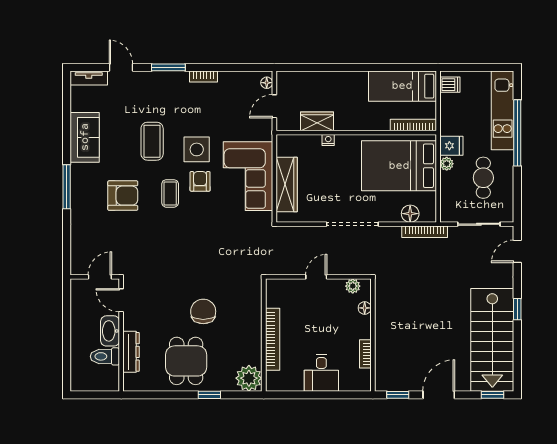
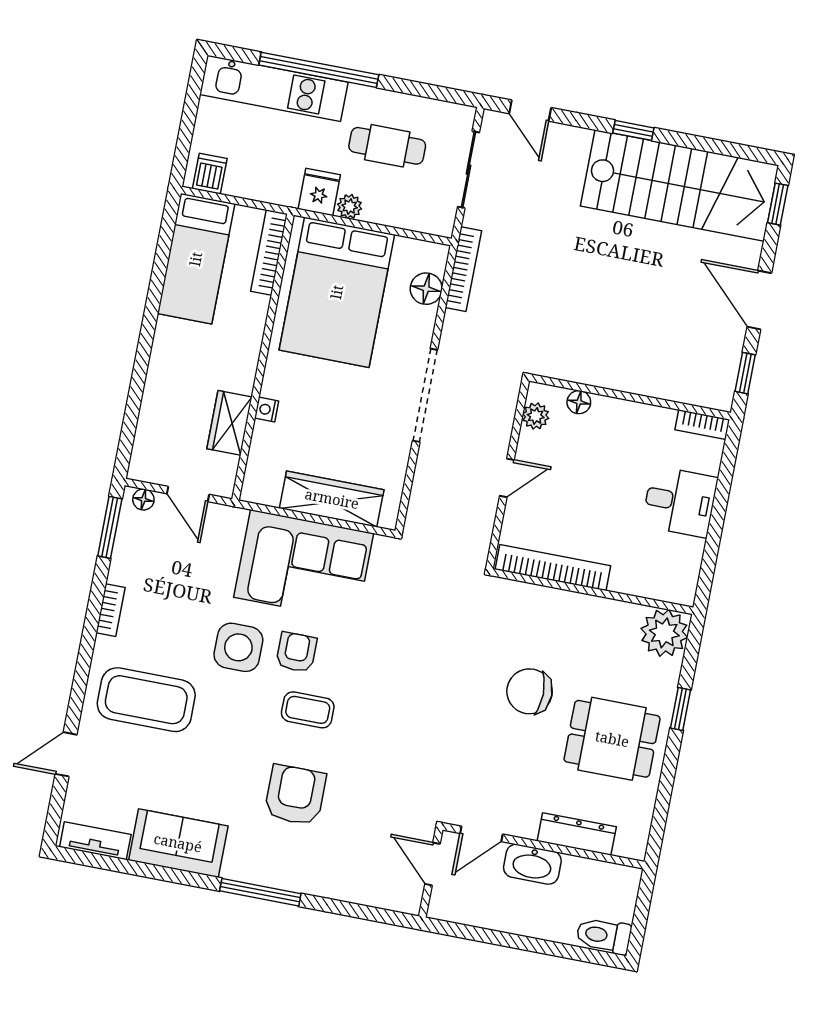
window: (168, 67) -> (110, 527), moved
tv unit: (89, 78) -> (95, 841), moved, turned -90
coffee table: (152, 141) -> (146, 700), moved, width x1.36, depth x1.32
armchair: (200, 181) -> (296, 652), turned 90
door: (316, 277) -> (507, 478), swing flipped
bookcase: (273, 339) -> (553, 568), moved
bookcase: (365, 354) -> (702, 425), moved
toilet: (105, 356) -> (604, 936), moved, turned 90

